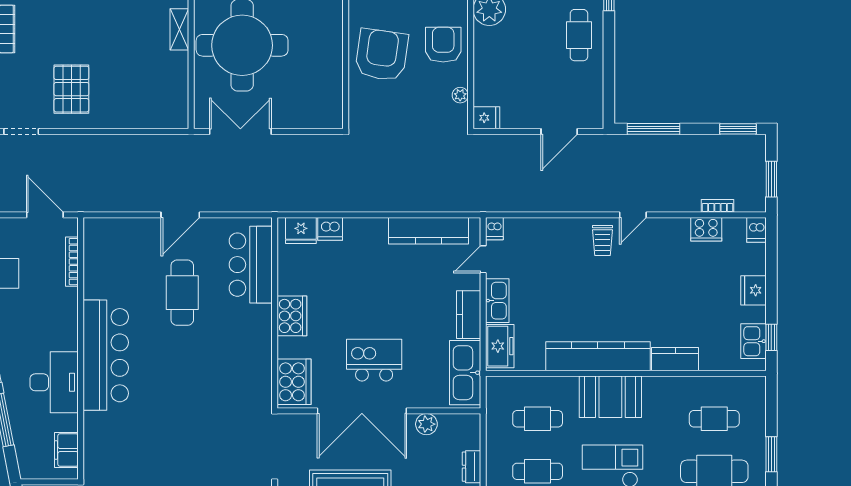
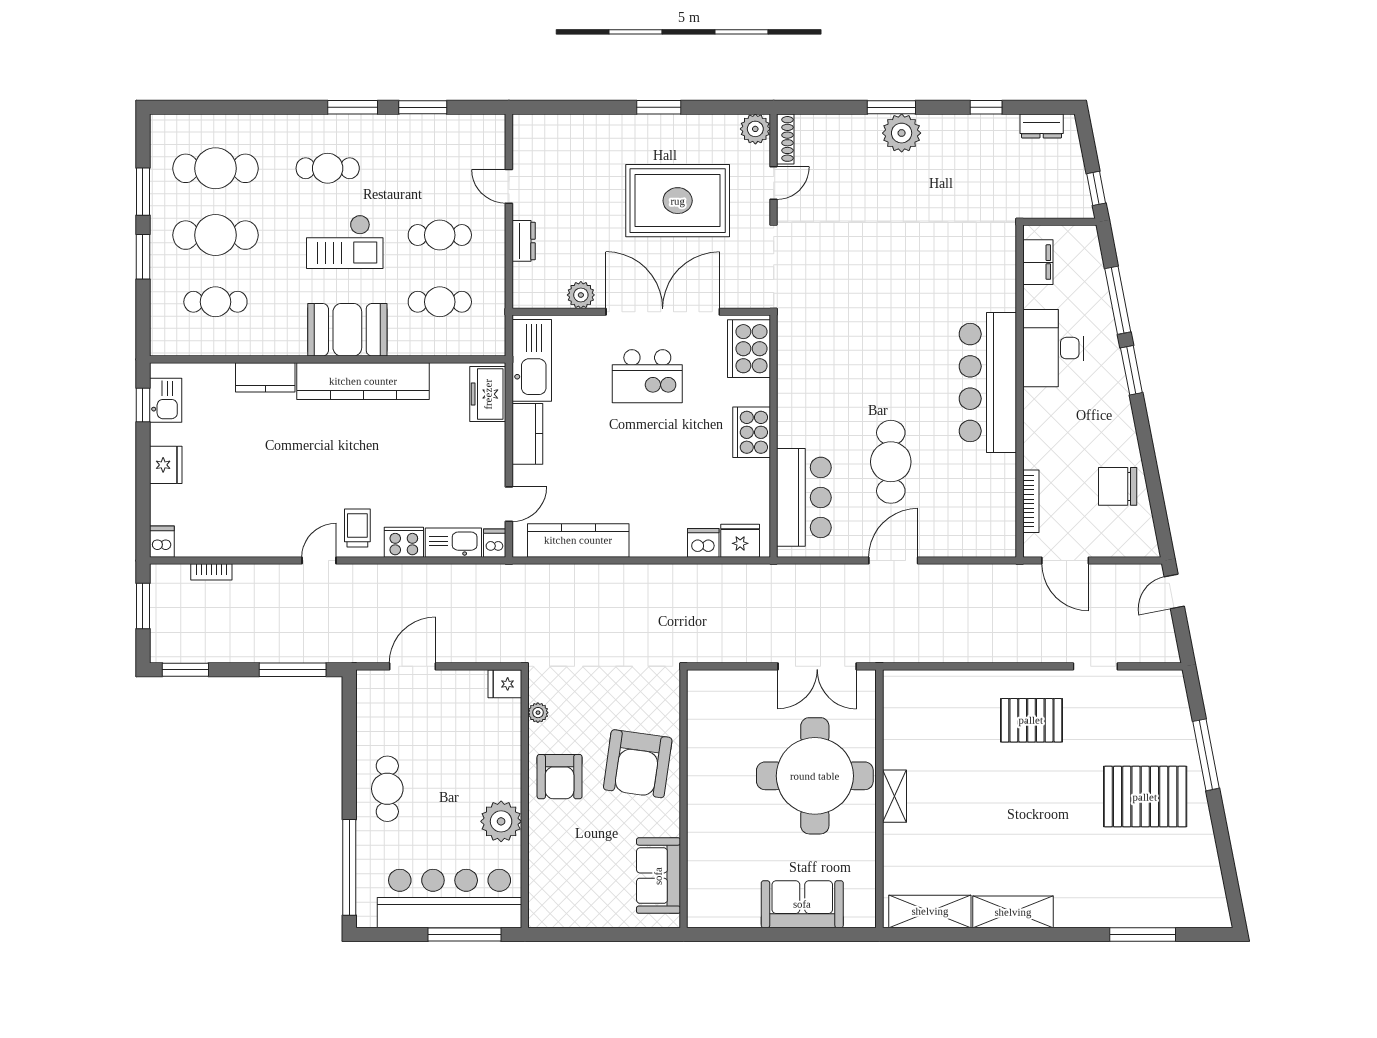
pallet: (71, 89) -> (1031, 720), turned 90
cooker: (706, 229) -> (404, 542), moved
kitchen sink: (497, 301) -> (453, 543), moved, turned 90

